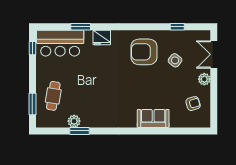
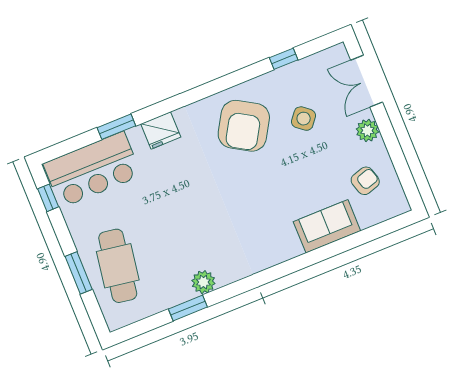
armchair: (144, 52) -> (244, 126), turned -59
cafe table: (53, 96) -> (118, 266), width x1.37, depth x1.35
window: (32, 104) -> (79, 273), moved
sofa: (153, 118) -> (327, 226), moved
plant: (74, 121) -> (203, 282), moved

